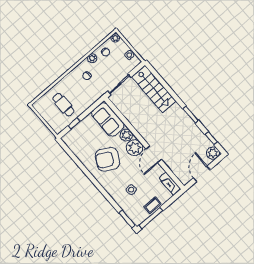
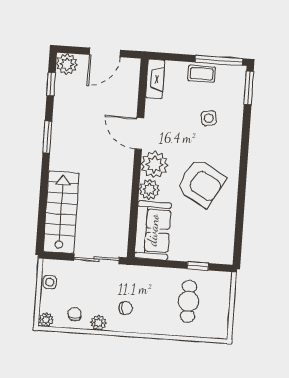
door: (154, 154) -> (139, 134), swing flipped

